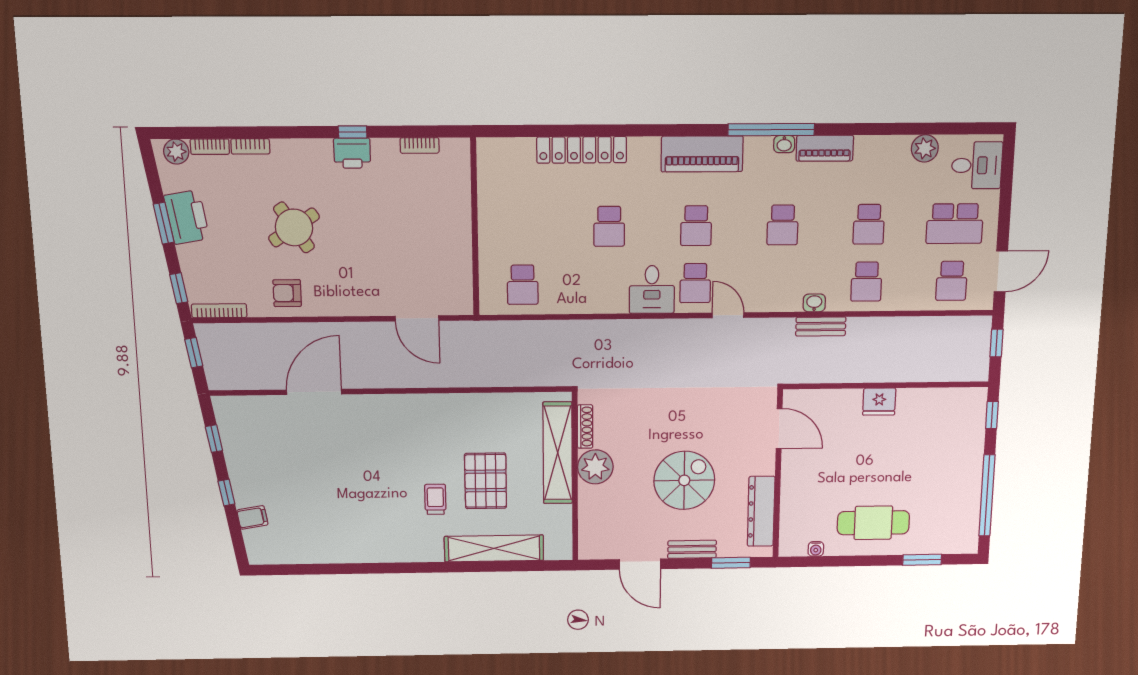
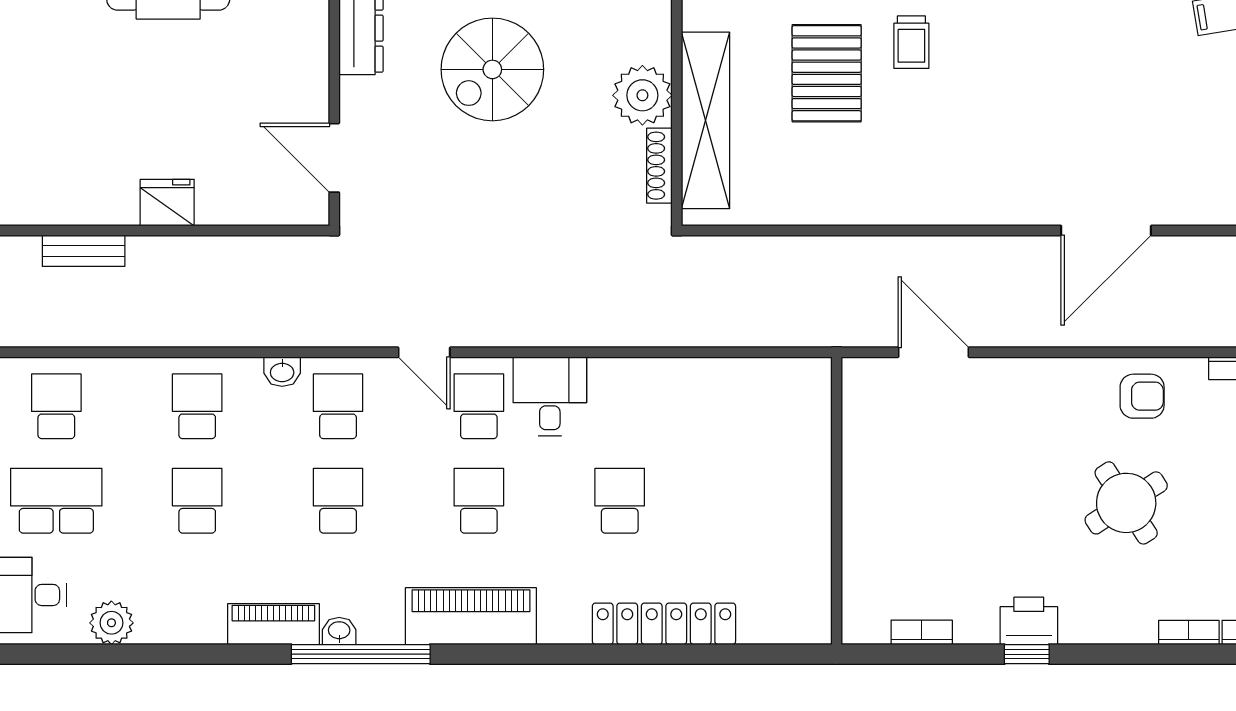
school desk: (523, 285) -> (338, 406), moved
bench: (821, 326) -> (84, 251), moved

